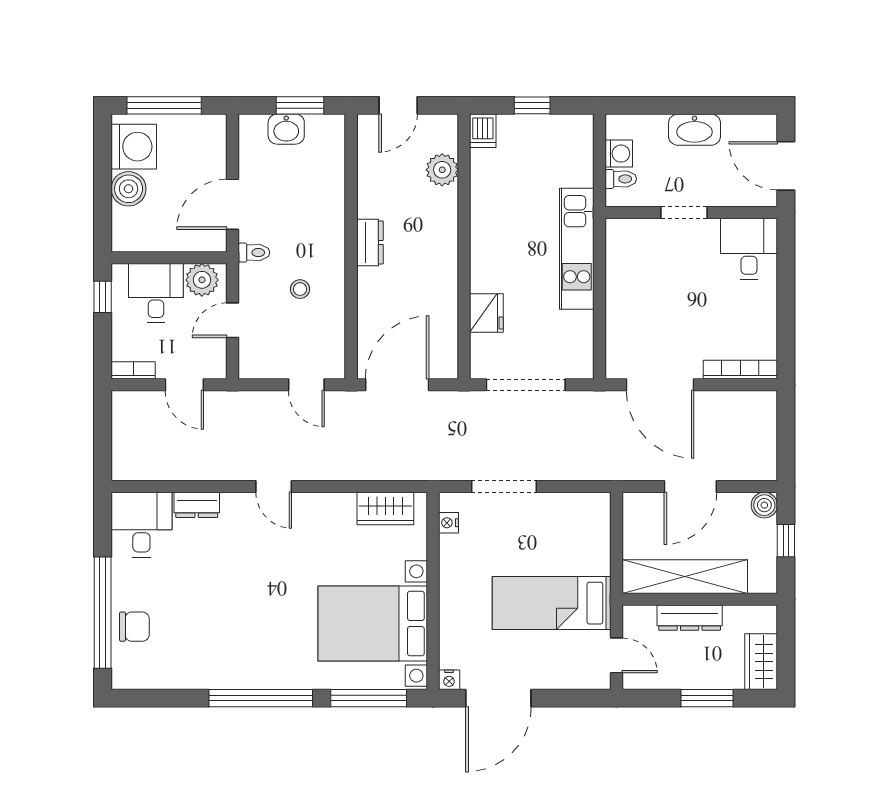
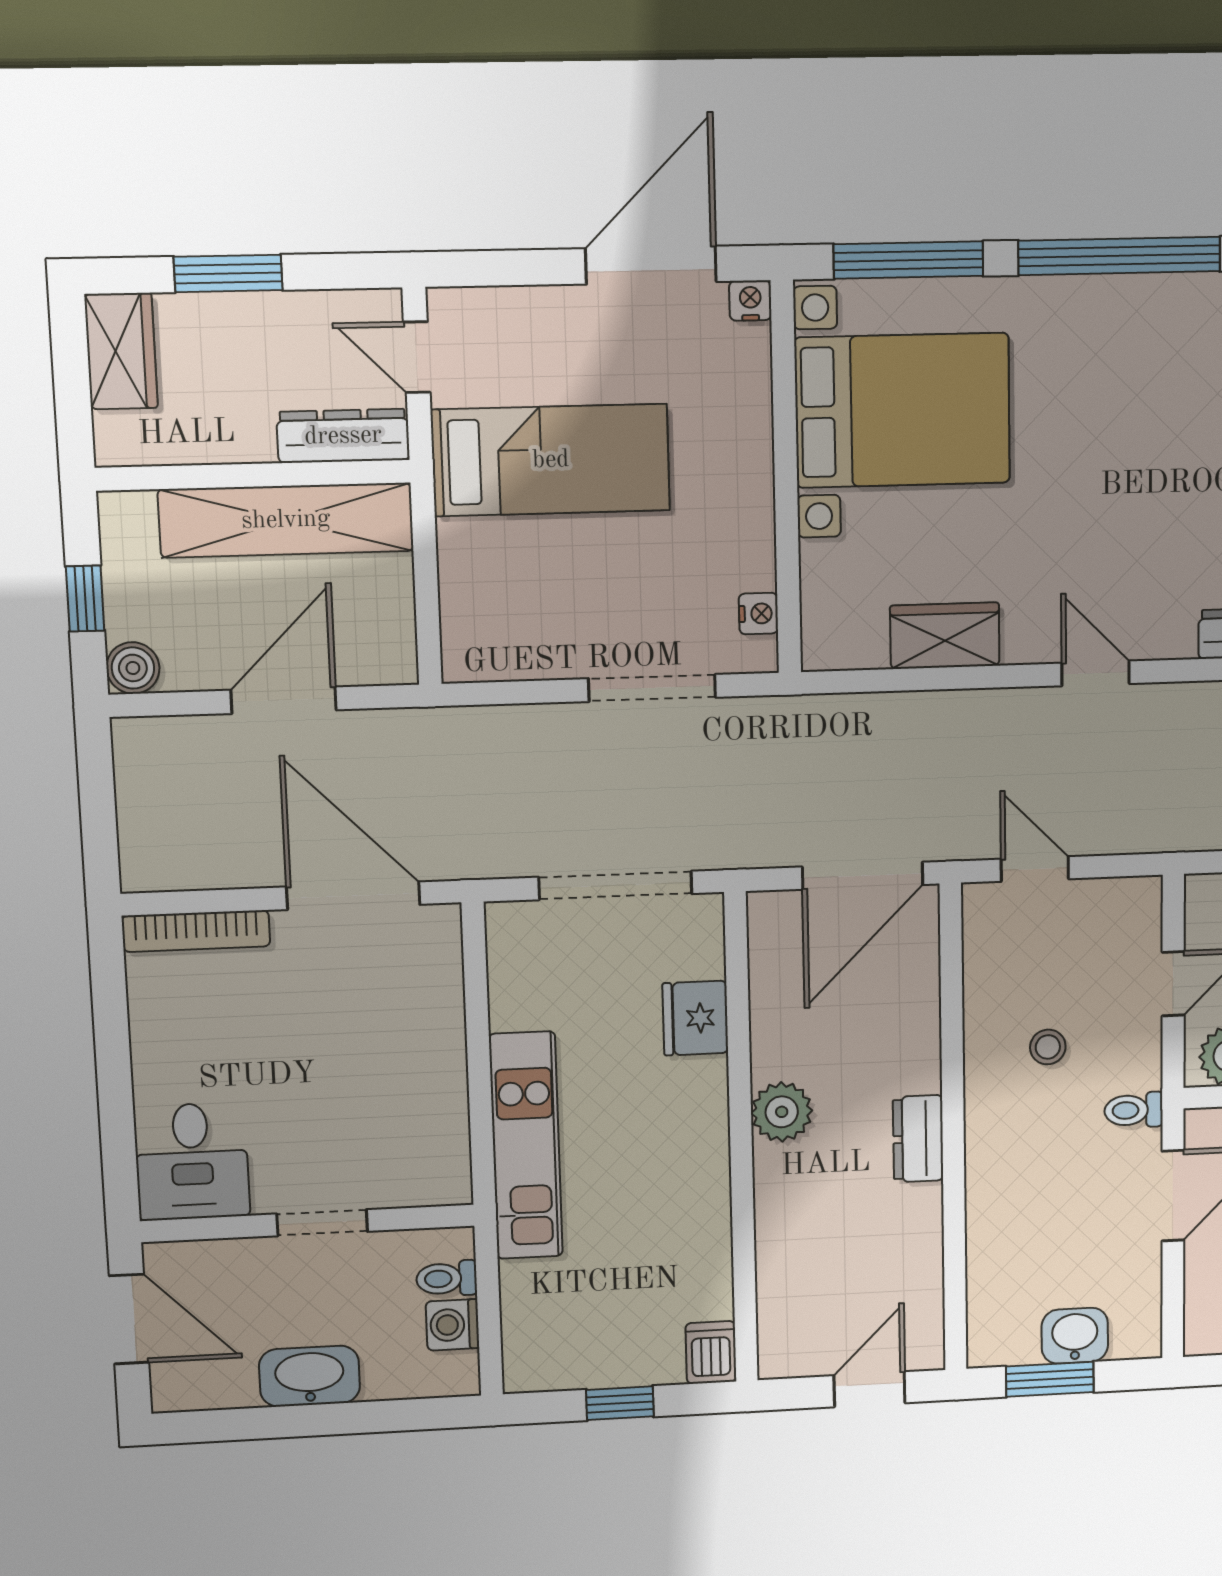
plant: (442, 170) -> (782, 1112), moved
wardrobe: (385, 508) -> (945, 636), moved
dresser: (690, 618) -> (343, 436), moved

